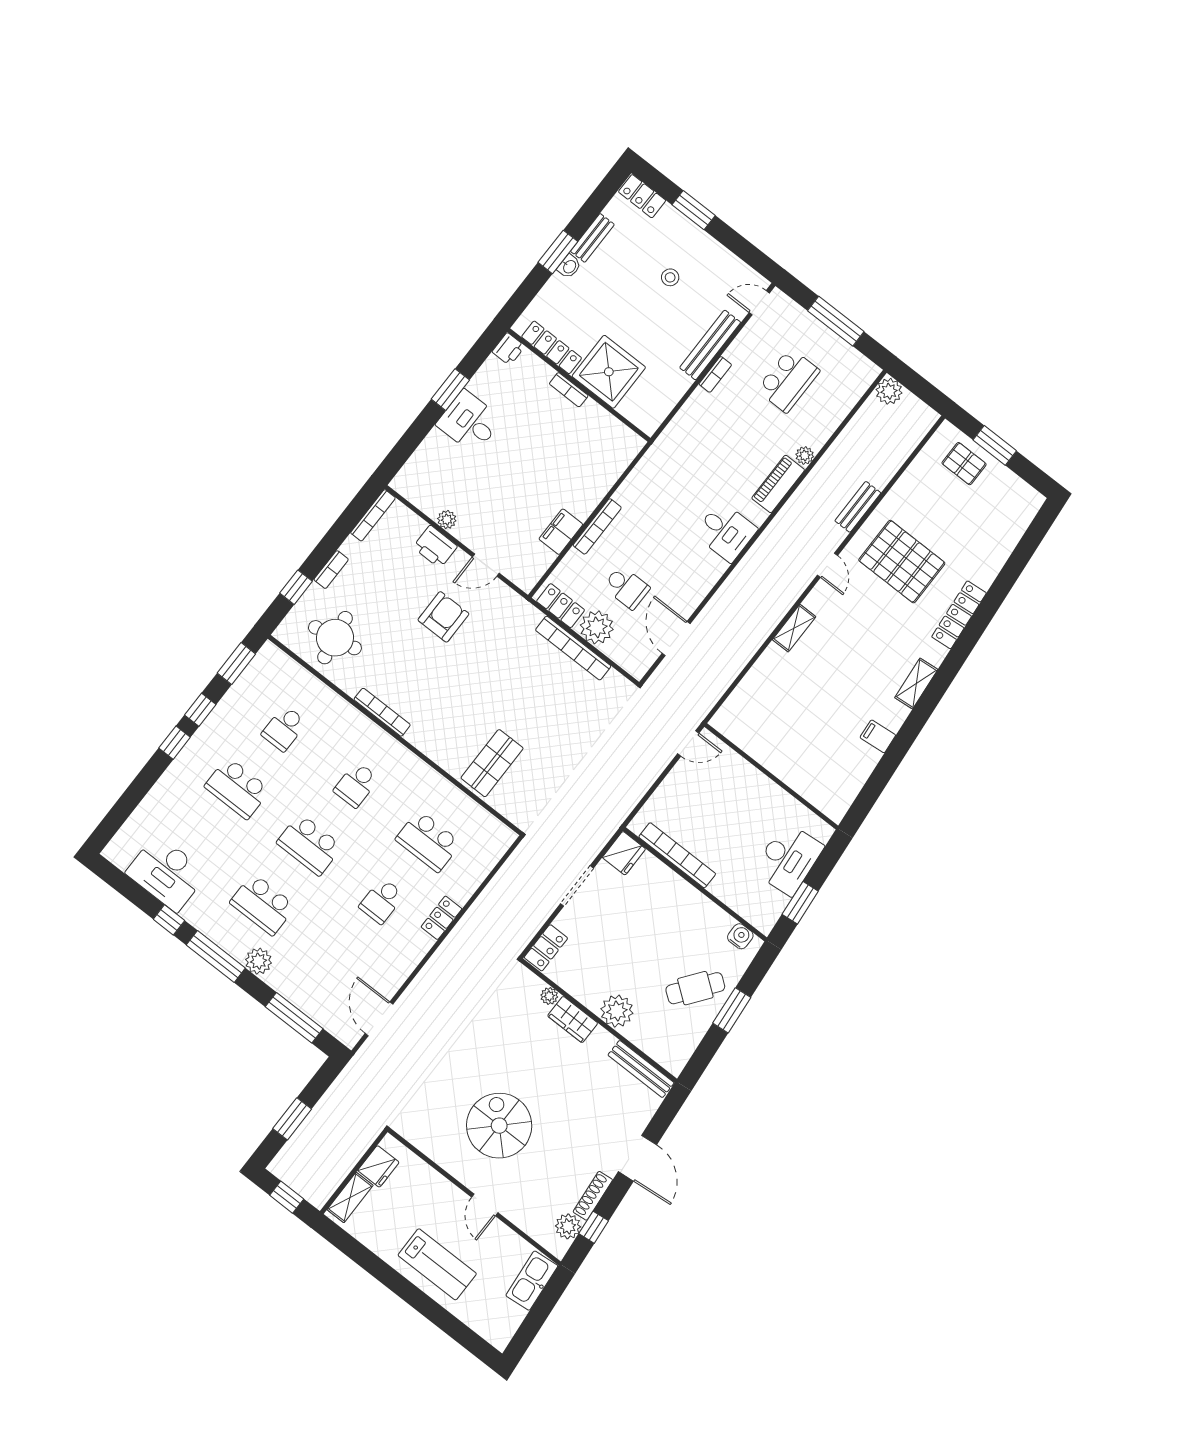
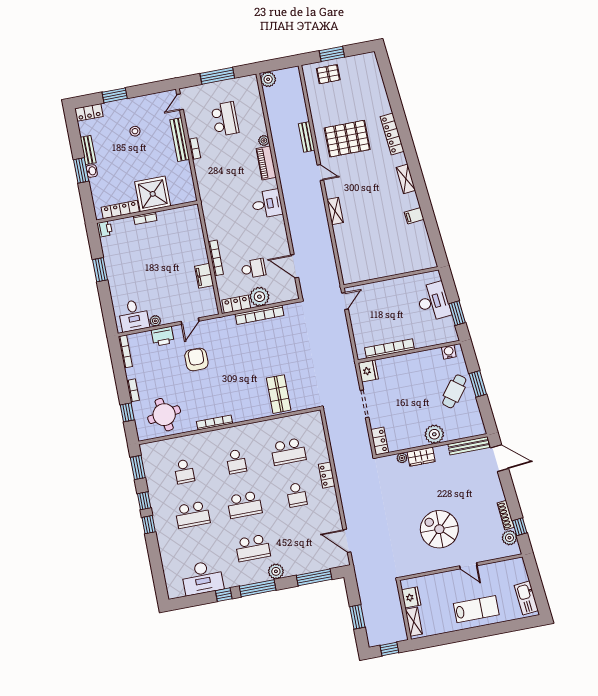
desk: (469, 422) -> (134, 316), moved, turned -90
door: (638, 1158) -> (500, 458), moved
kitchen sink: (532, 1281) -> (526, 598), moved

